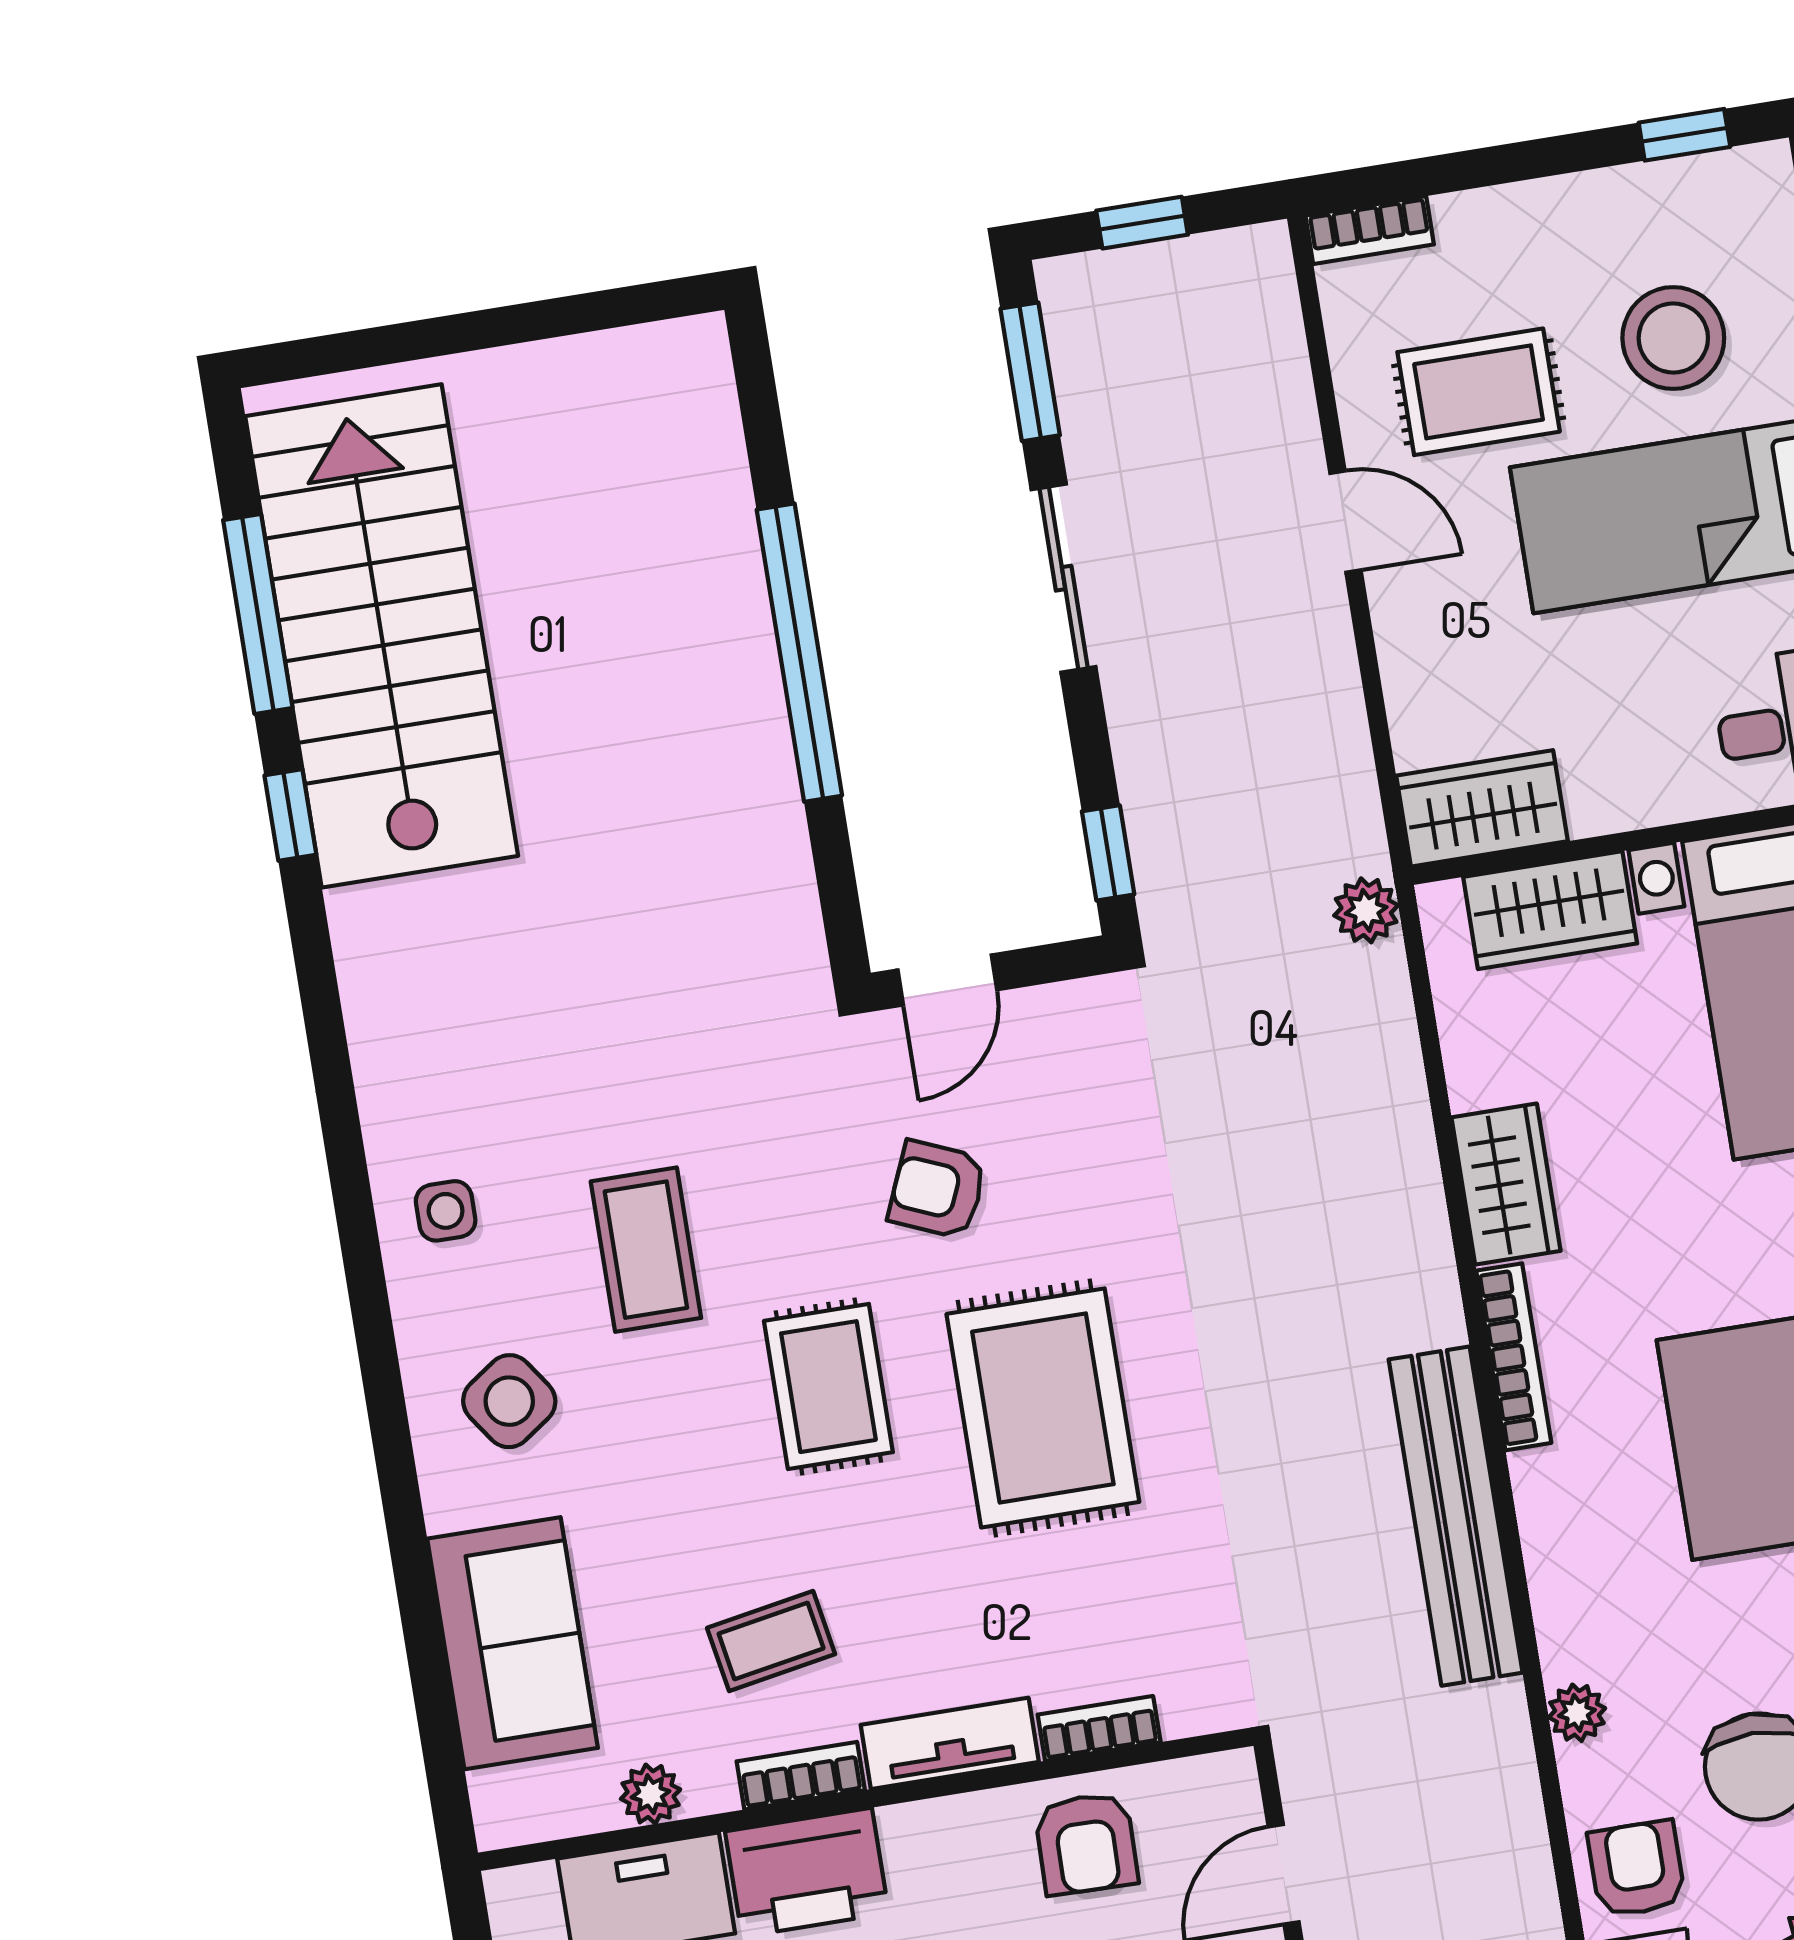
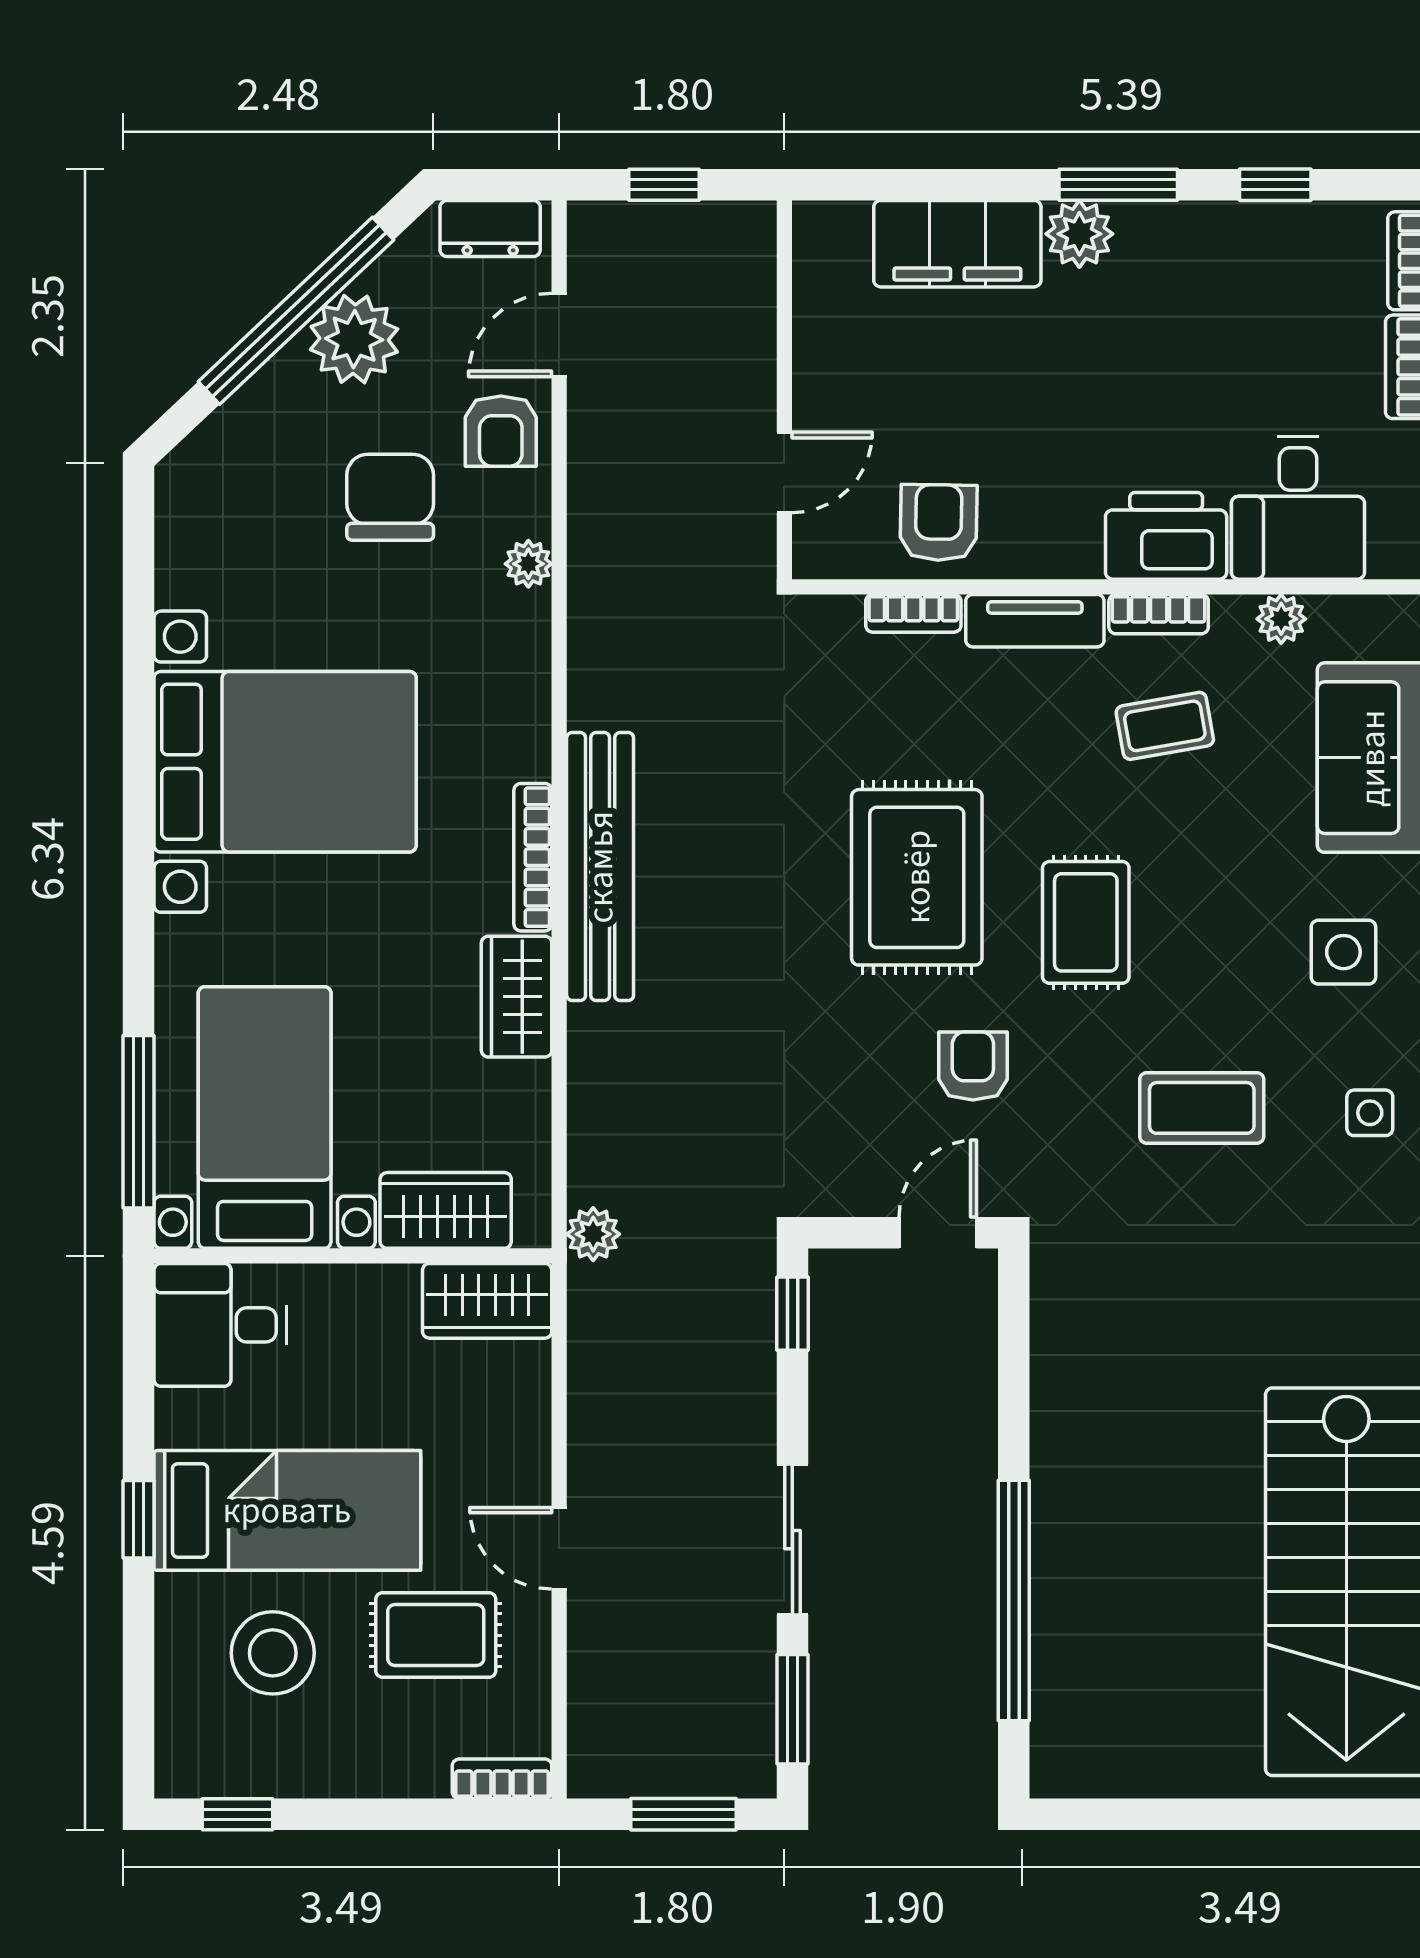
window: (1142, 223) -> (683, 1814), width x1.50
window: (799, 653) -> (1014, 1600), moved
armchair: (937, 1190) -> (973, 1066), turned -113
coffee table: (646, 1250) -> (1202, 1108), moved, turned 90
side table: (509, 1401) -> (1343, 952), turned 35
bench: (1456, 1516) -> (600, 867), moved

